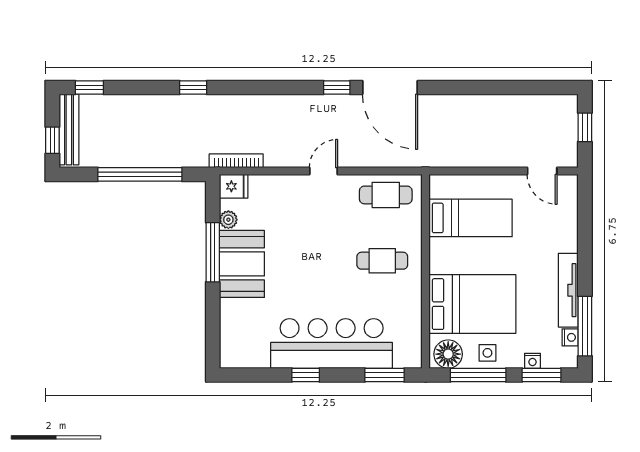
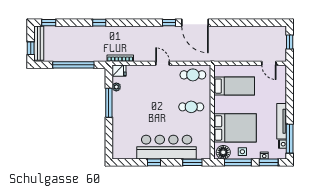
door: (323, 171) -> (163, 63), hinge flipped
booth: (242, 264) -> (123, 108), removed

